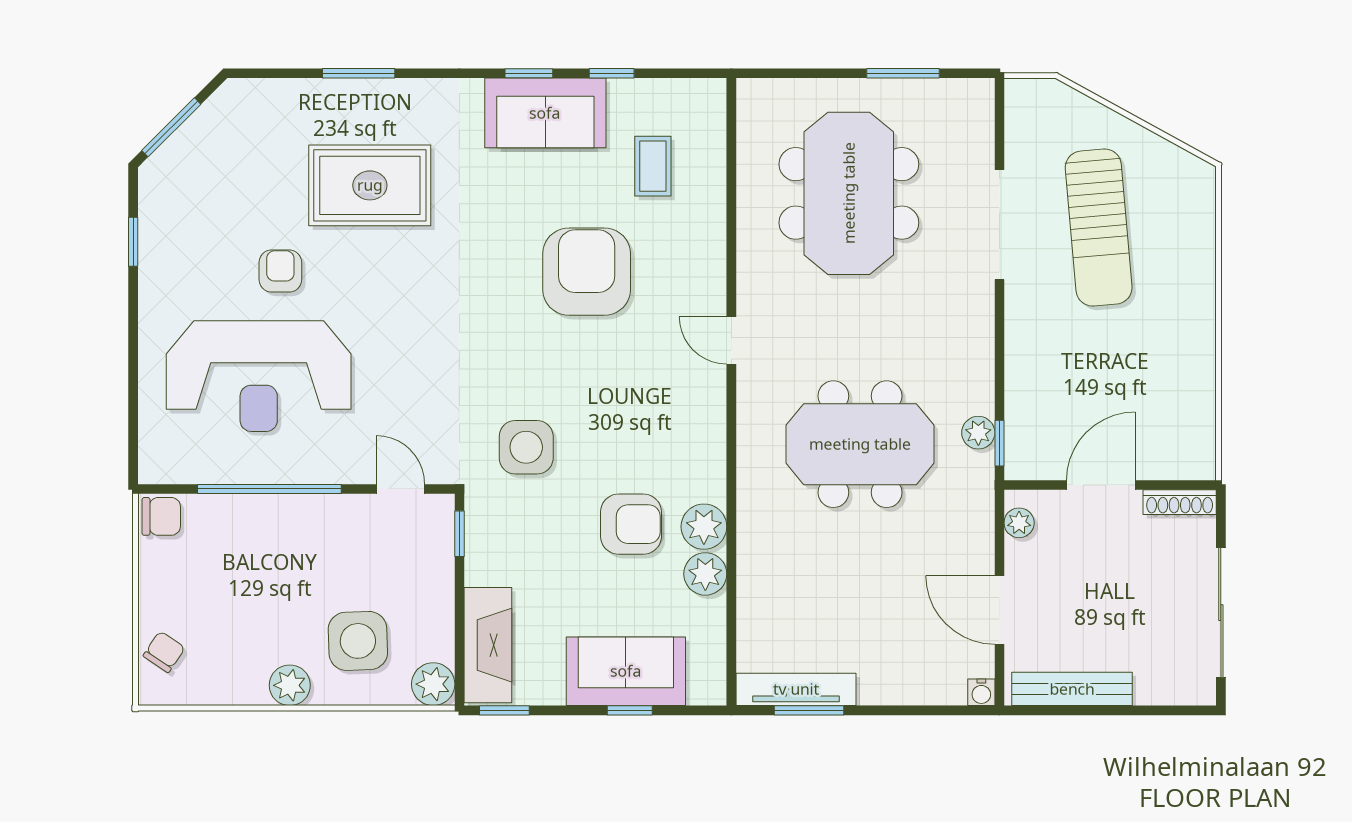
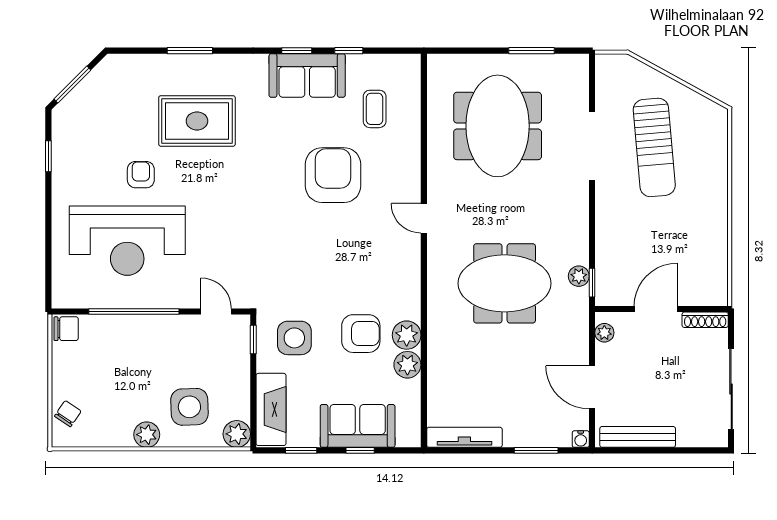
side table: (526, 447) -> (294, 338), moved
window: (504, 710) -> (301, 450), moved
window: (809, 710) -> (536, 450), moved

